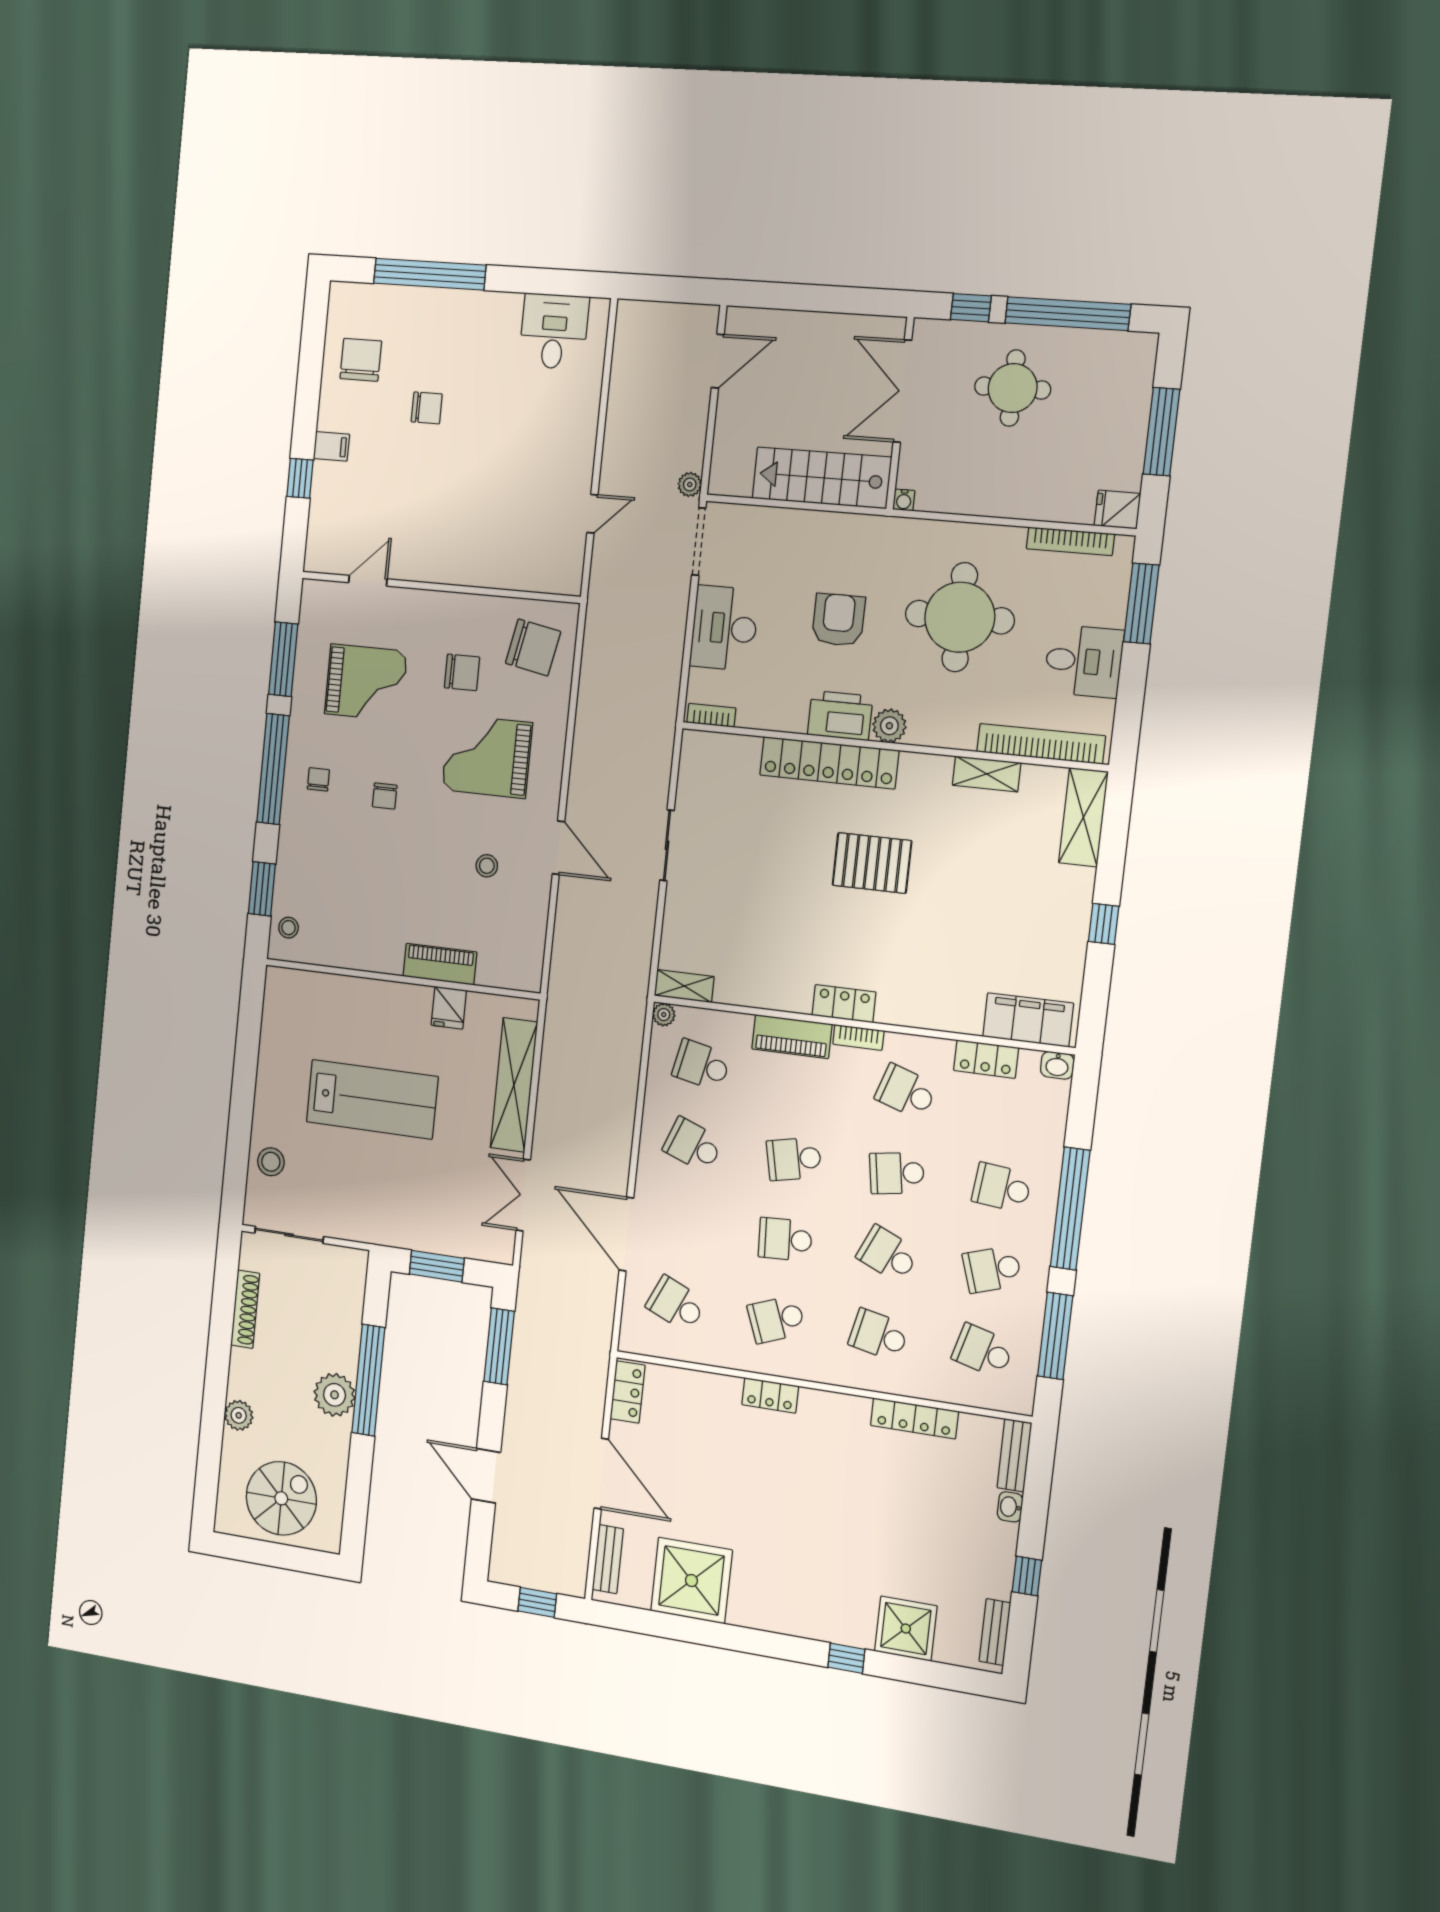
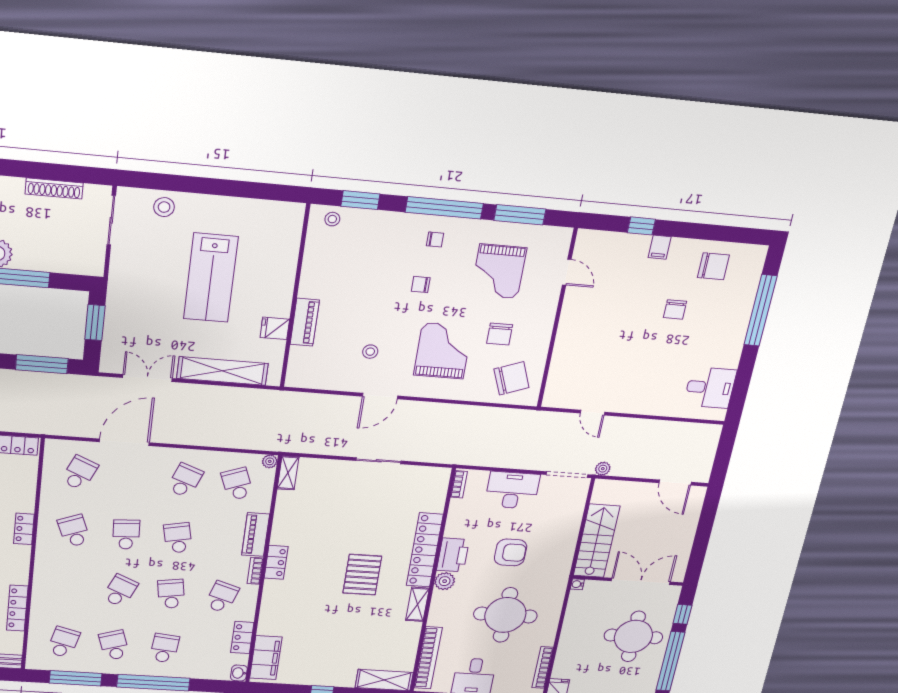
round table: (1013, 388) -> (633, 636), width x1.36, depth x1.36
chair: (533, 647) -> (512, 378), turned -122
shelving: (987, 774) -> (417, 604), moved
school desk: (701, 1065) -> (237, 484), turned -33
school desk: (879, 1335) -> (69, 587), removed

